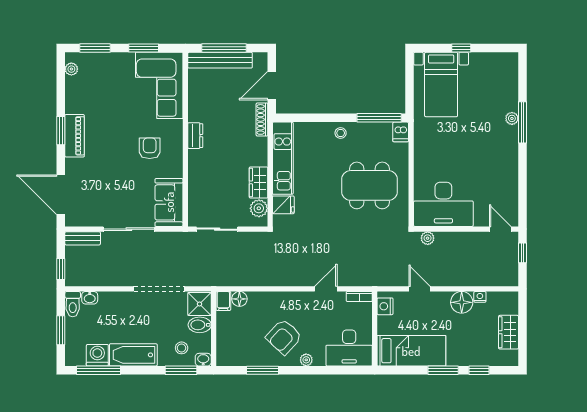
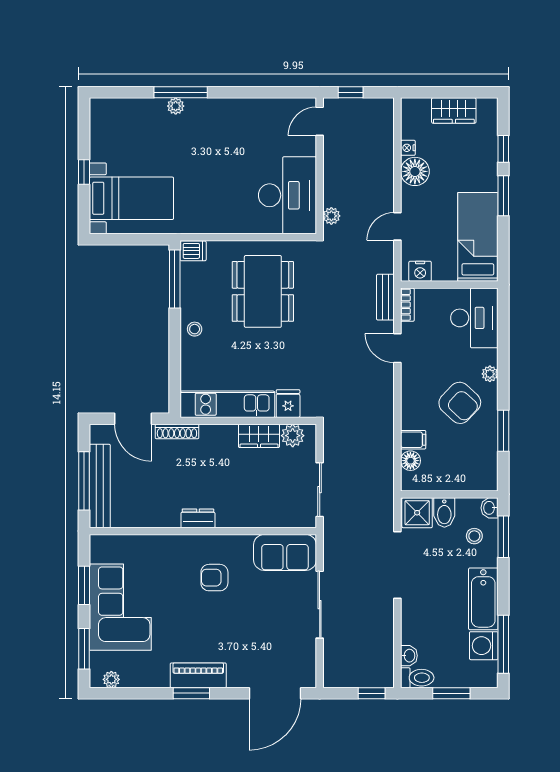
corner sofa: (159, 85) -> (120, 607), moved, turned -90
bench: (83, 238) -> (385, 297), moved
filing cabinet: (223, 301) -> (413, 440), moved

